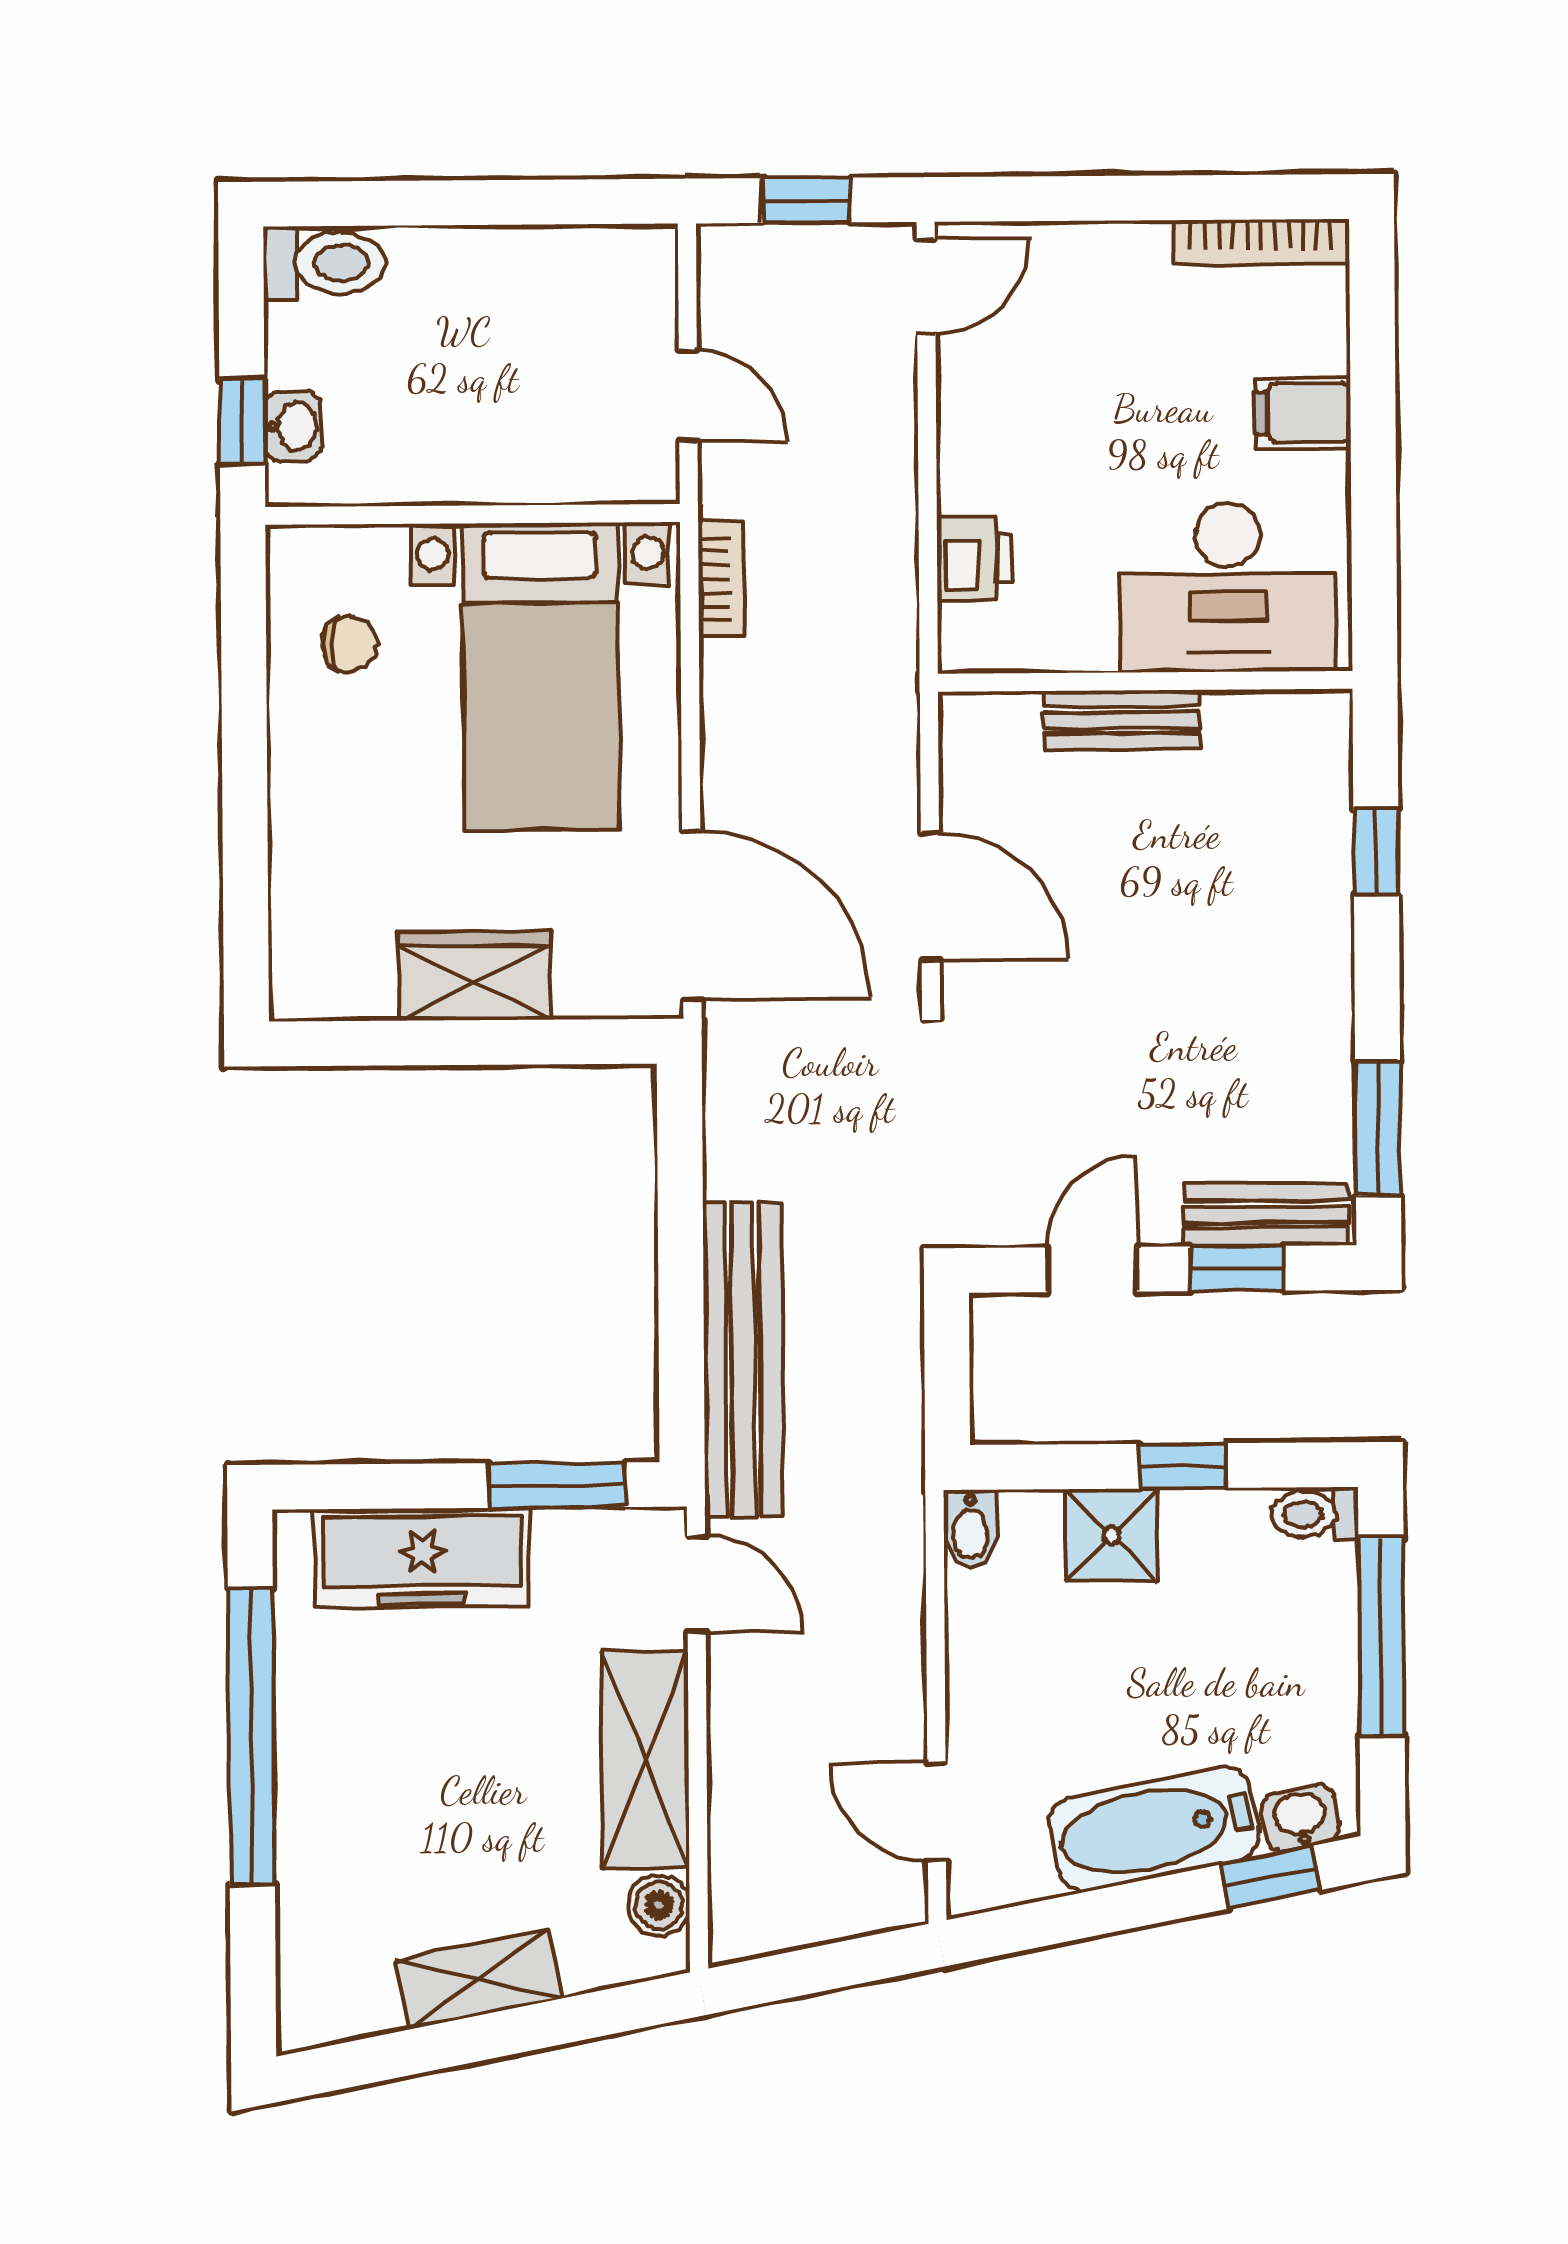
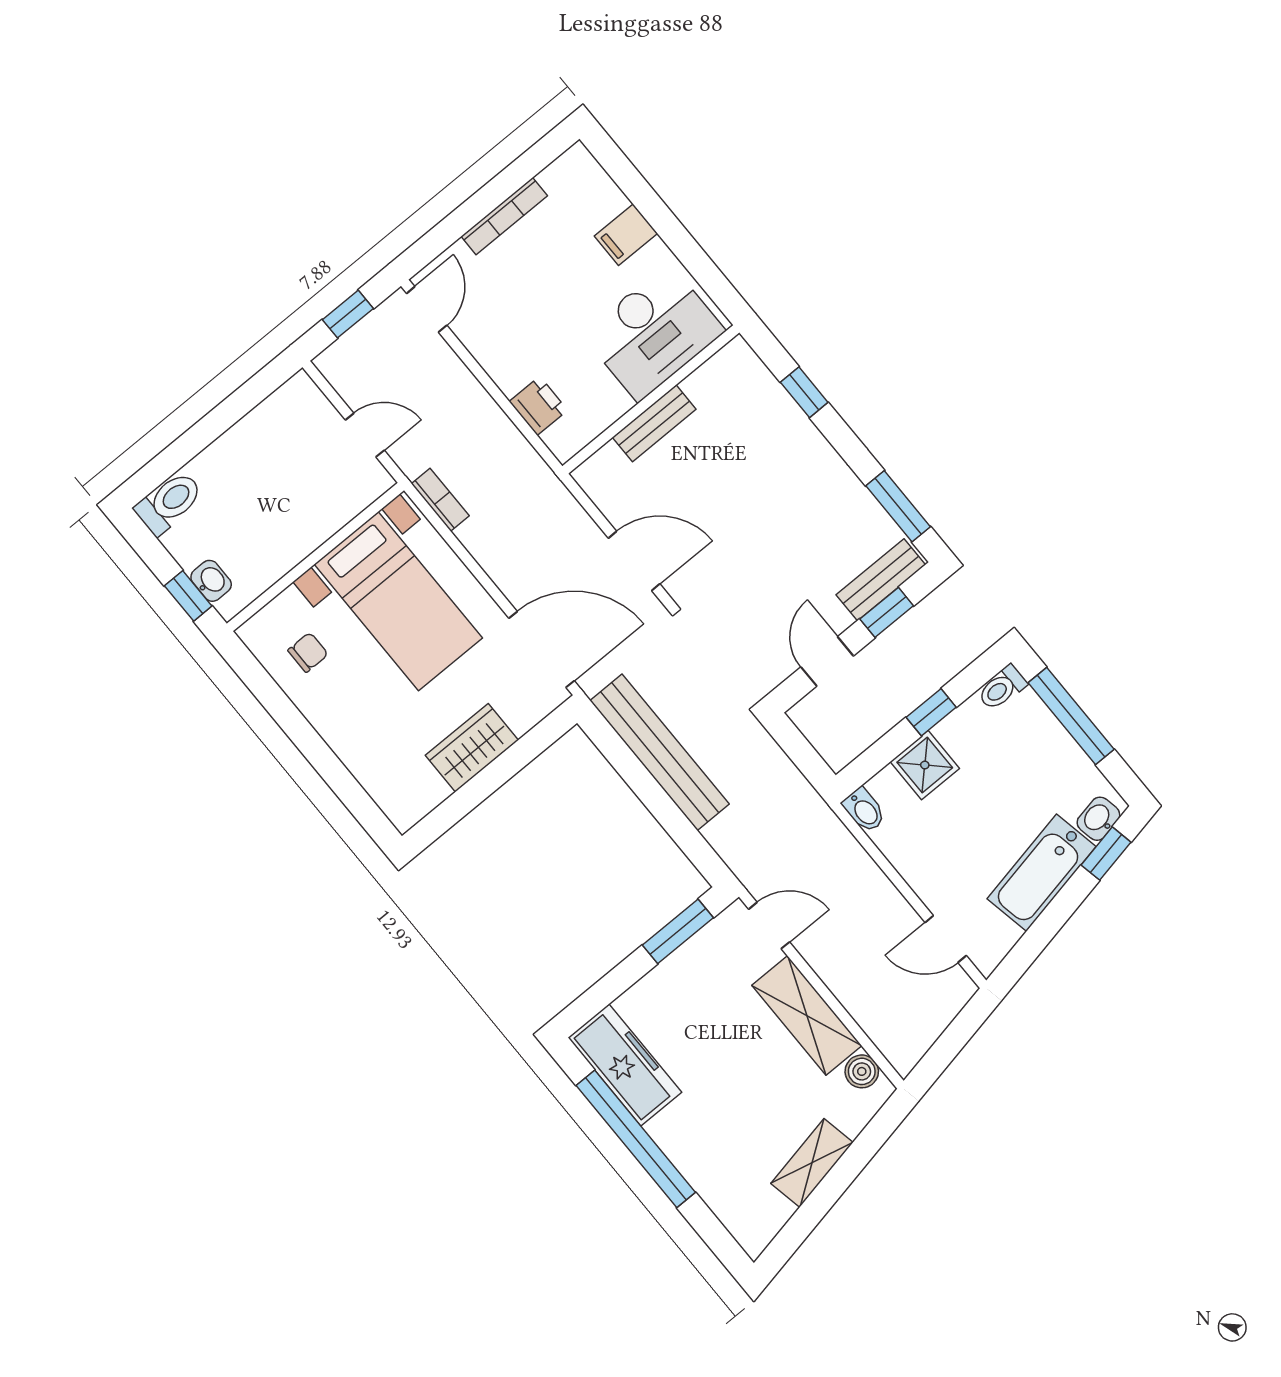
bookcase: (1260, 242) -> (504, 216), moved
bench: (743, 1360) -> (660, 752), moved
freezer: (422, 1558) -> (625, 1065), moved, turned -90

